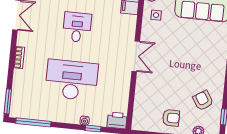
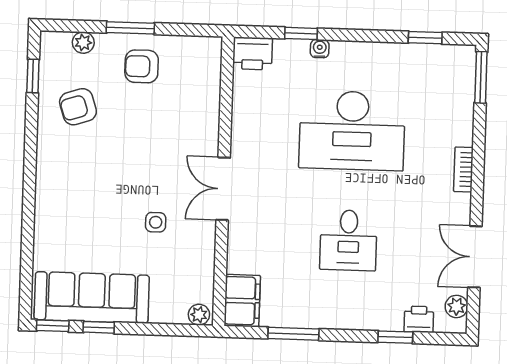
side table: (156, 15) -> (156, 222), moved
armchair: (203, 100) -> (78, 107), turned 105
window: (33, 122) -> (425, 38), width x0.46

